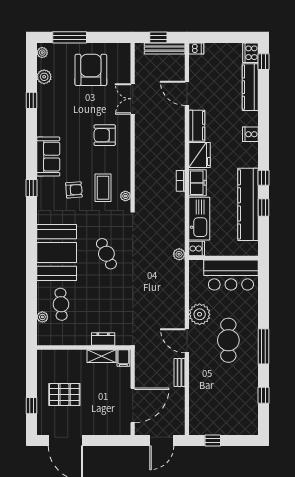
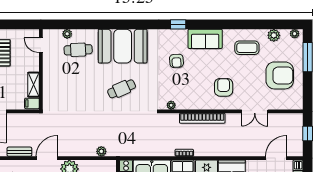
bench: (165, 49) -> (298, 139), removed
door: (187, 93) -> (276, 158), moved
double door: (133, 99) -> (255, 111), swing flipped
window: (31, 100) -> (253, 24), removed
bookcase: (141, 160) -> (202, 118), added
coffee table: (103, 188) -> (247, 48), moved
plant: (179, 254) -> (101, 151), moved
dresser: (103, 339) -> (48, 86), removed
door: (56, 348) -> (41, 45), added

